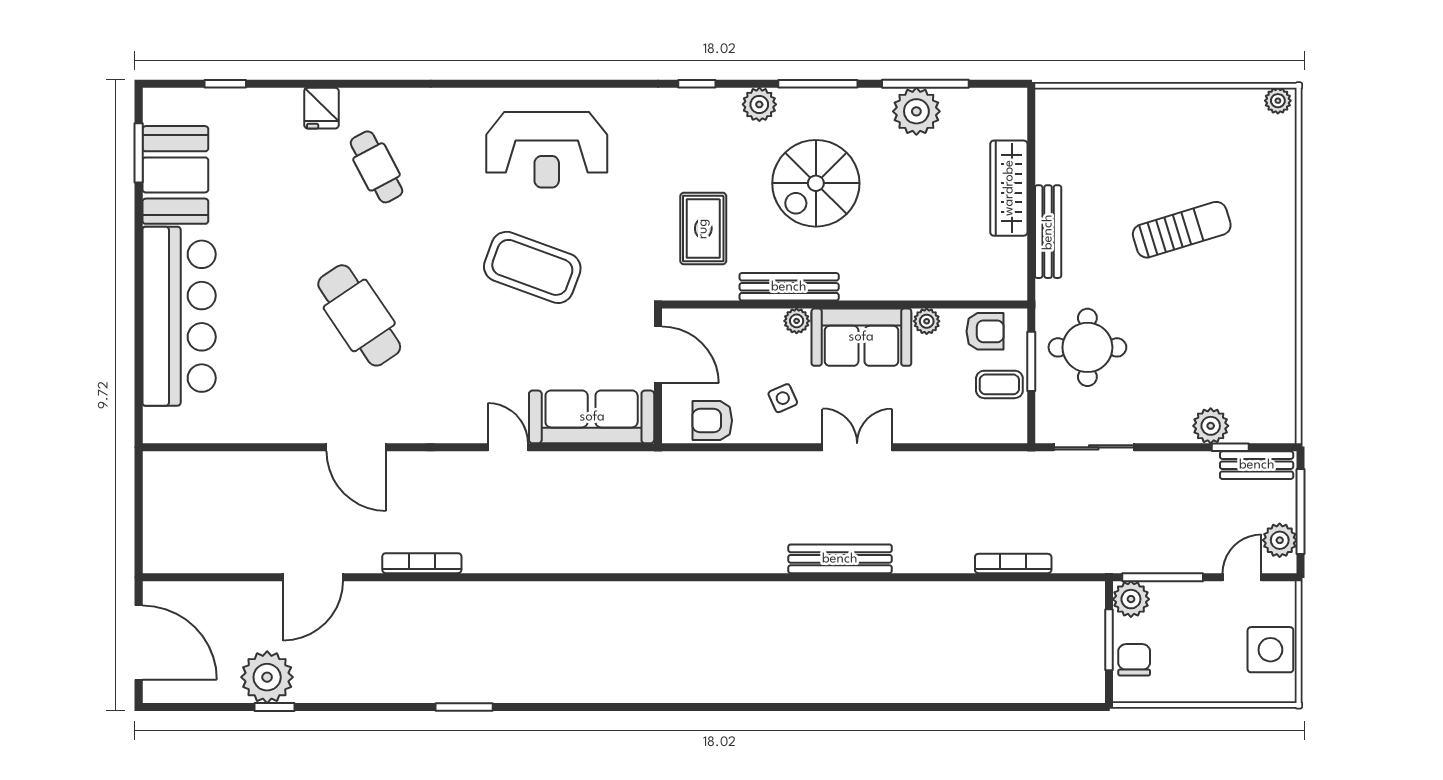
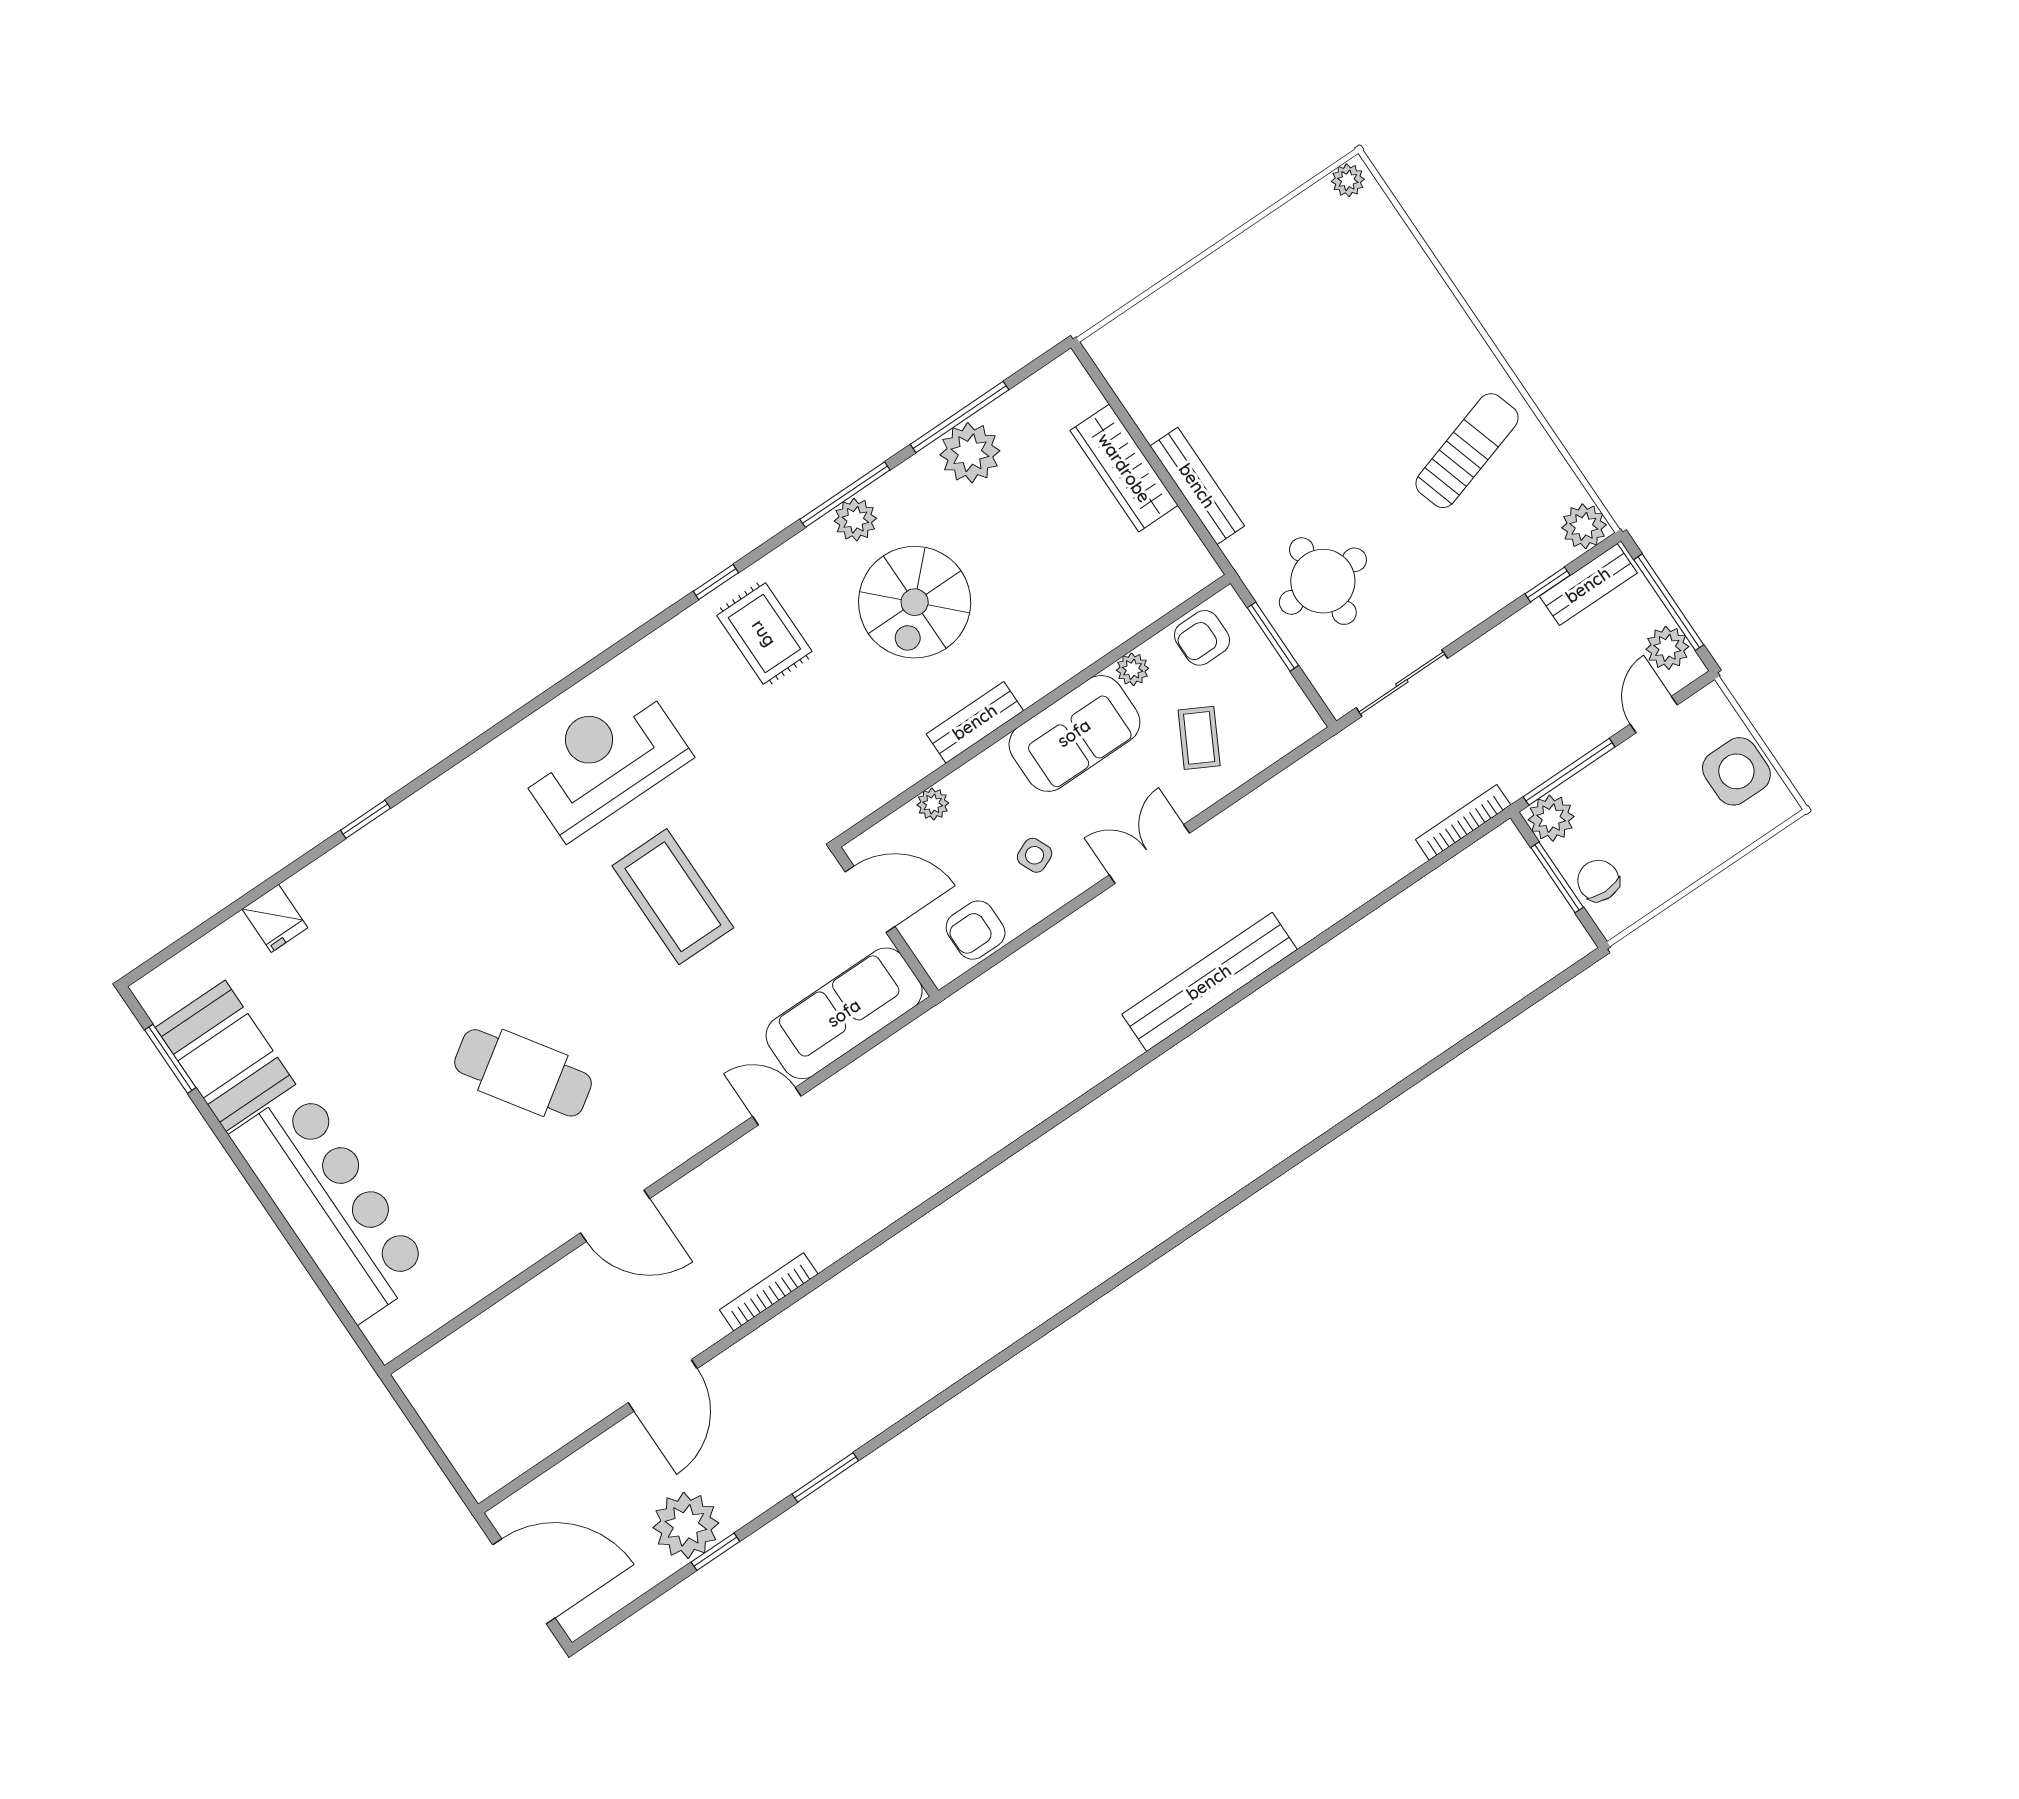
window: (225, 84) -> (365, 819), moved
plant: (759, 104) -> (855, 520), moved
fridge: (322, 108) -> (275, 918), moved
reception desk: (547, 150) -> (603, 761), turned 180
cafe table: (376, 167) -> (434, 902), removed
rug: (703, 229) -> (764, 633), moved
sun lounger: (1182, 230) -> (1467, 451), moved
coffee table: (532, 267) -> (673, 897), turned 70
bench: (789, 287) -> (975, 722), width x0.73
plant: (797, 321) -> (933, 804), moved
armchair: (985, 331) -> (1202, 638), turned 180
coffee table: (999, 384) -> (1199, 738), moved, turned -62
plant: (1211, 426) -> (1584, 526), moved
bench: (840, 559) -> (1209, 982), width x1.37, depth x1.21
bookcase: (1013, 564) -> (1463, 822), moved
window: (464, 707) -> (825, 1477), moved

